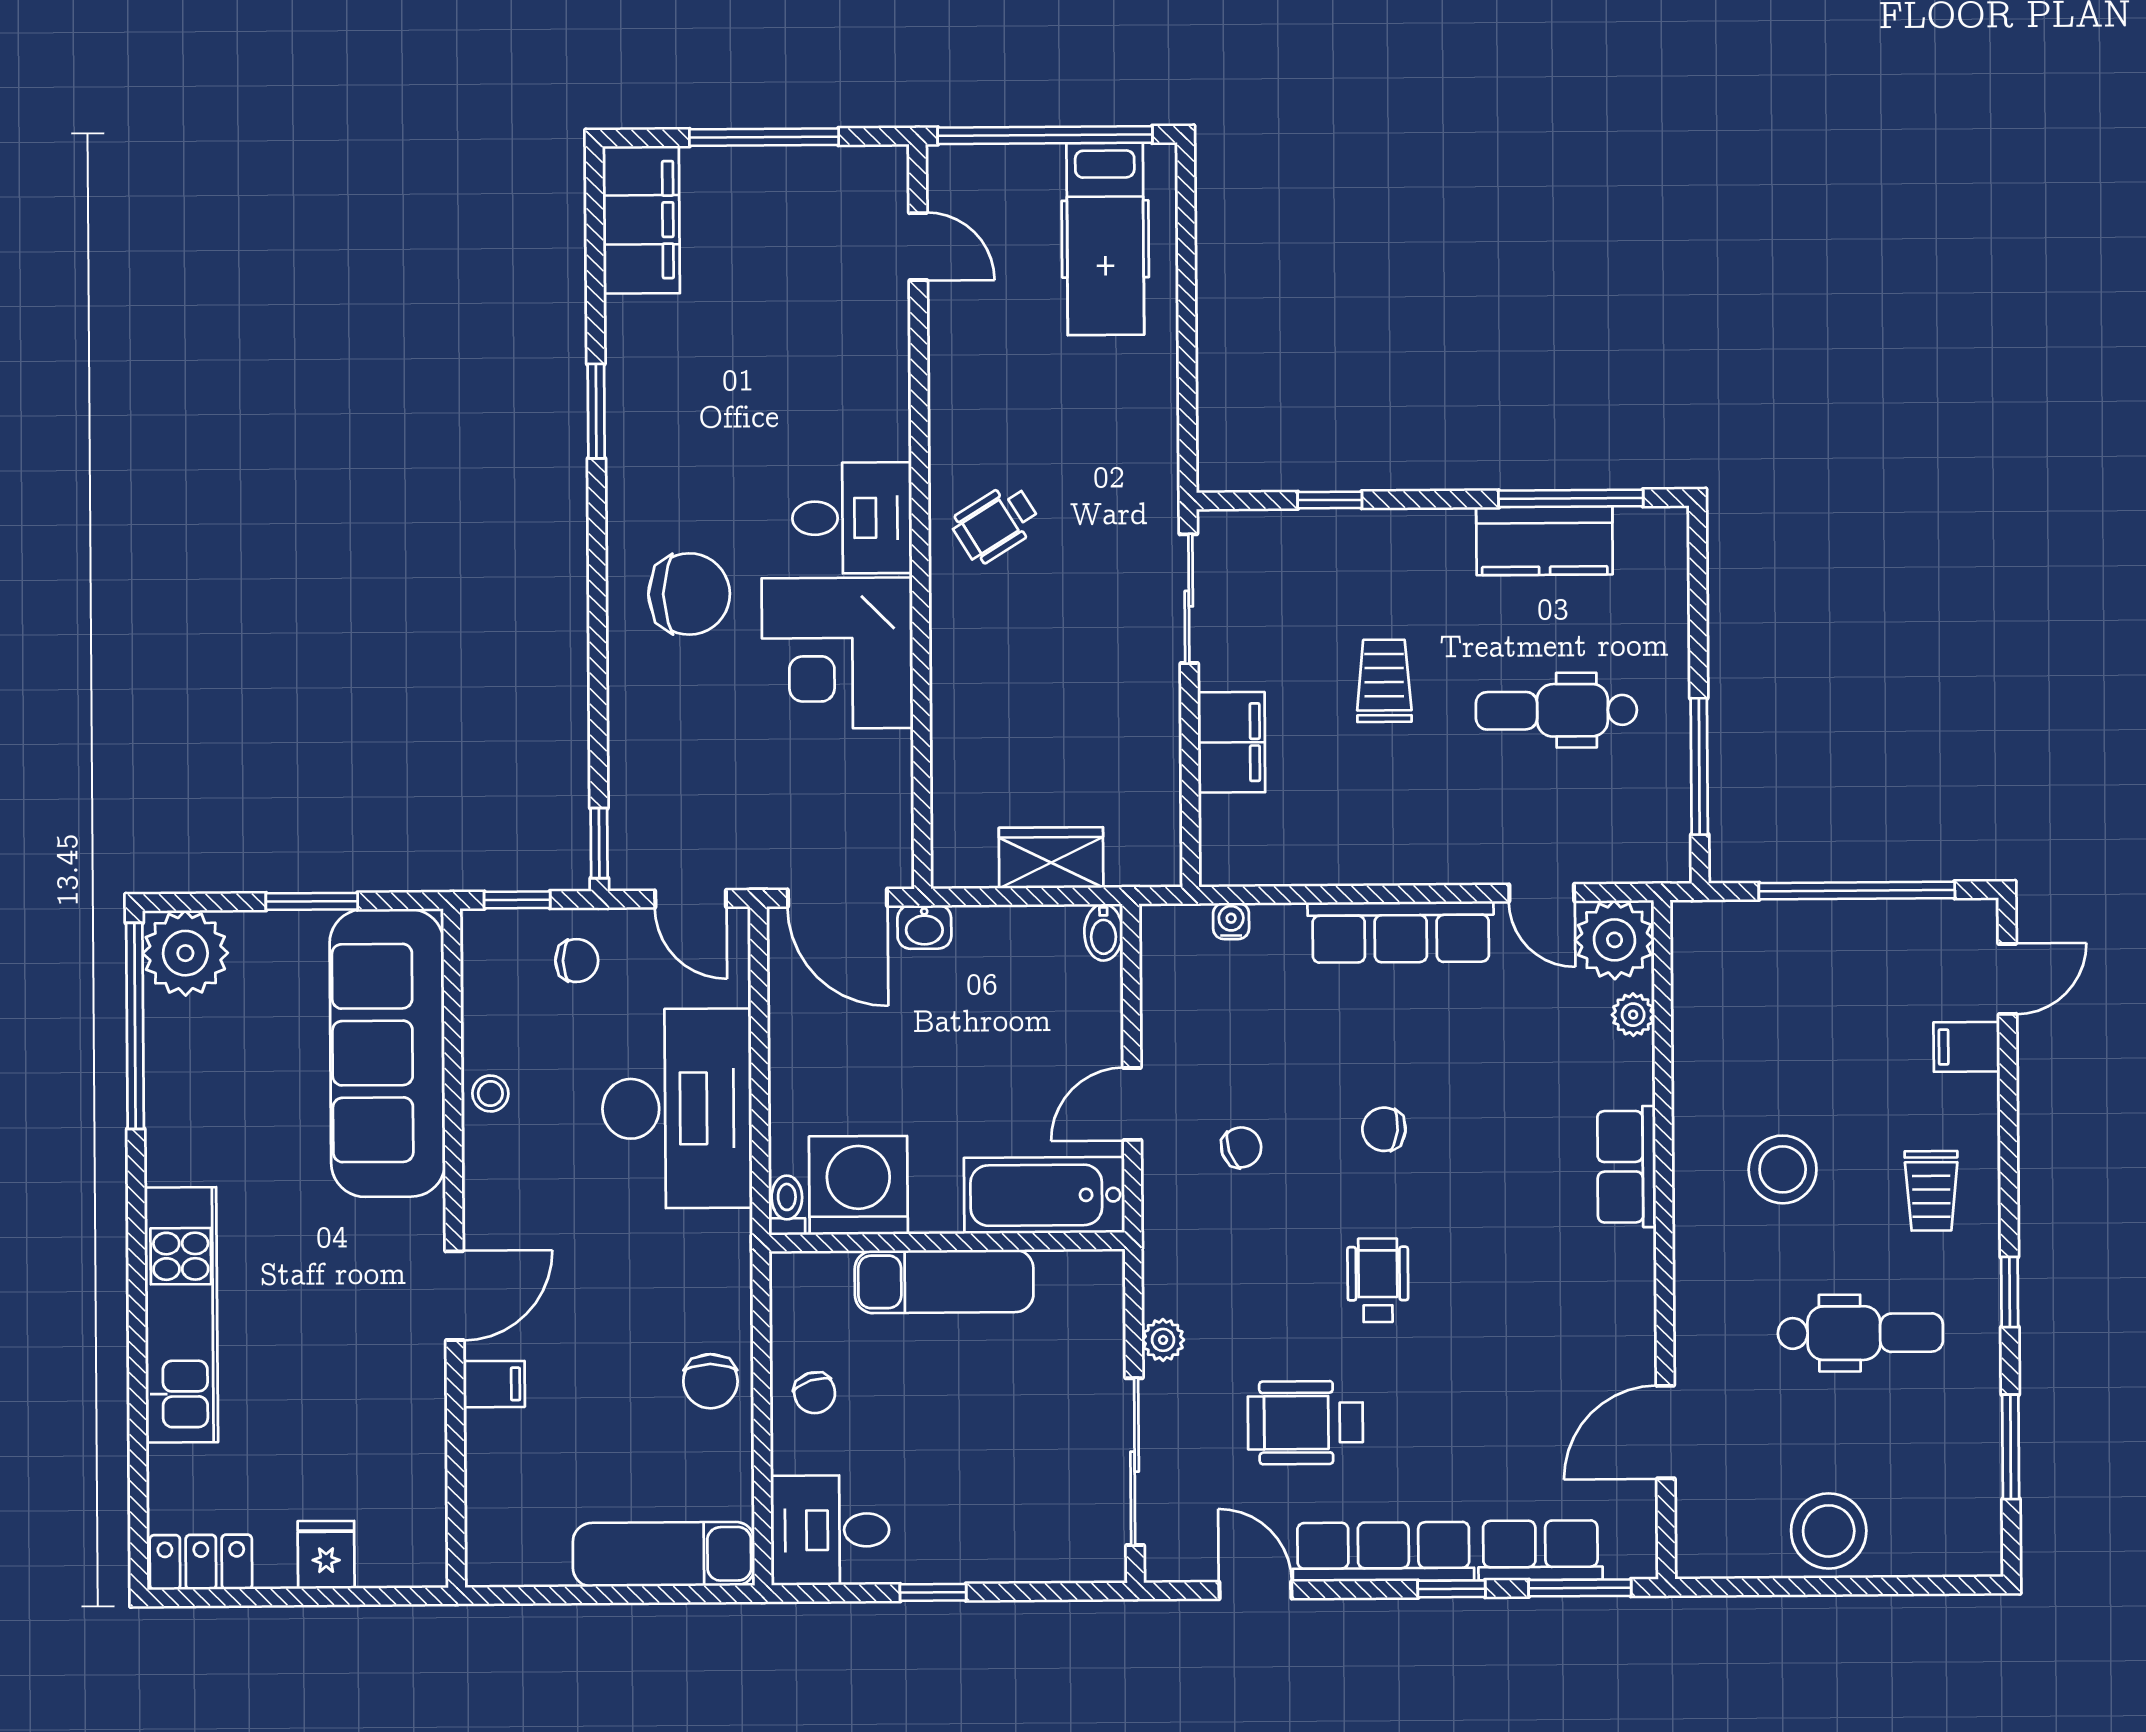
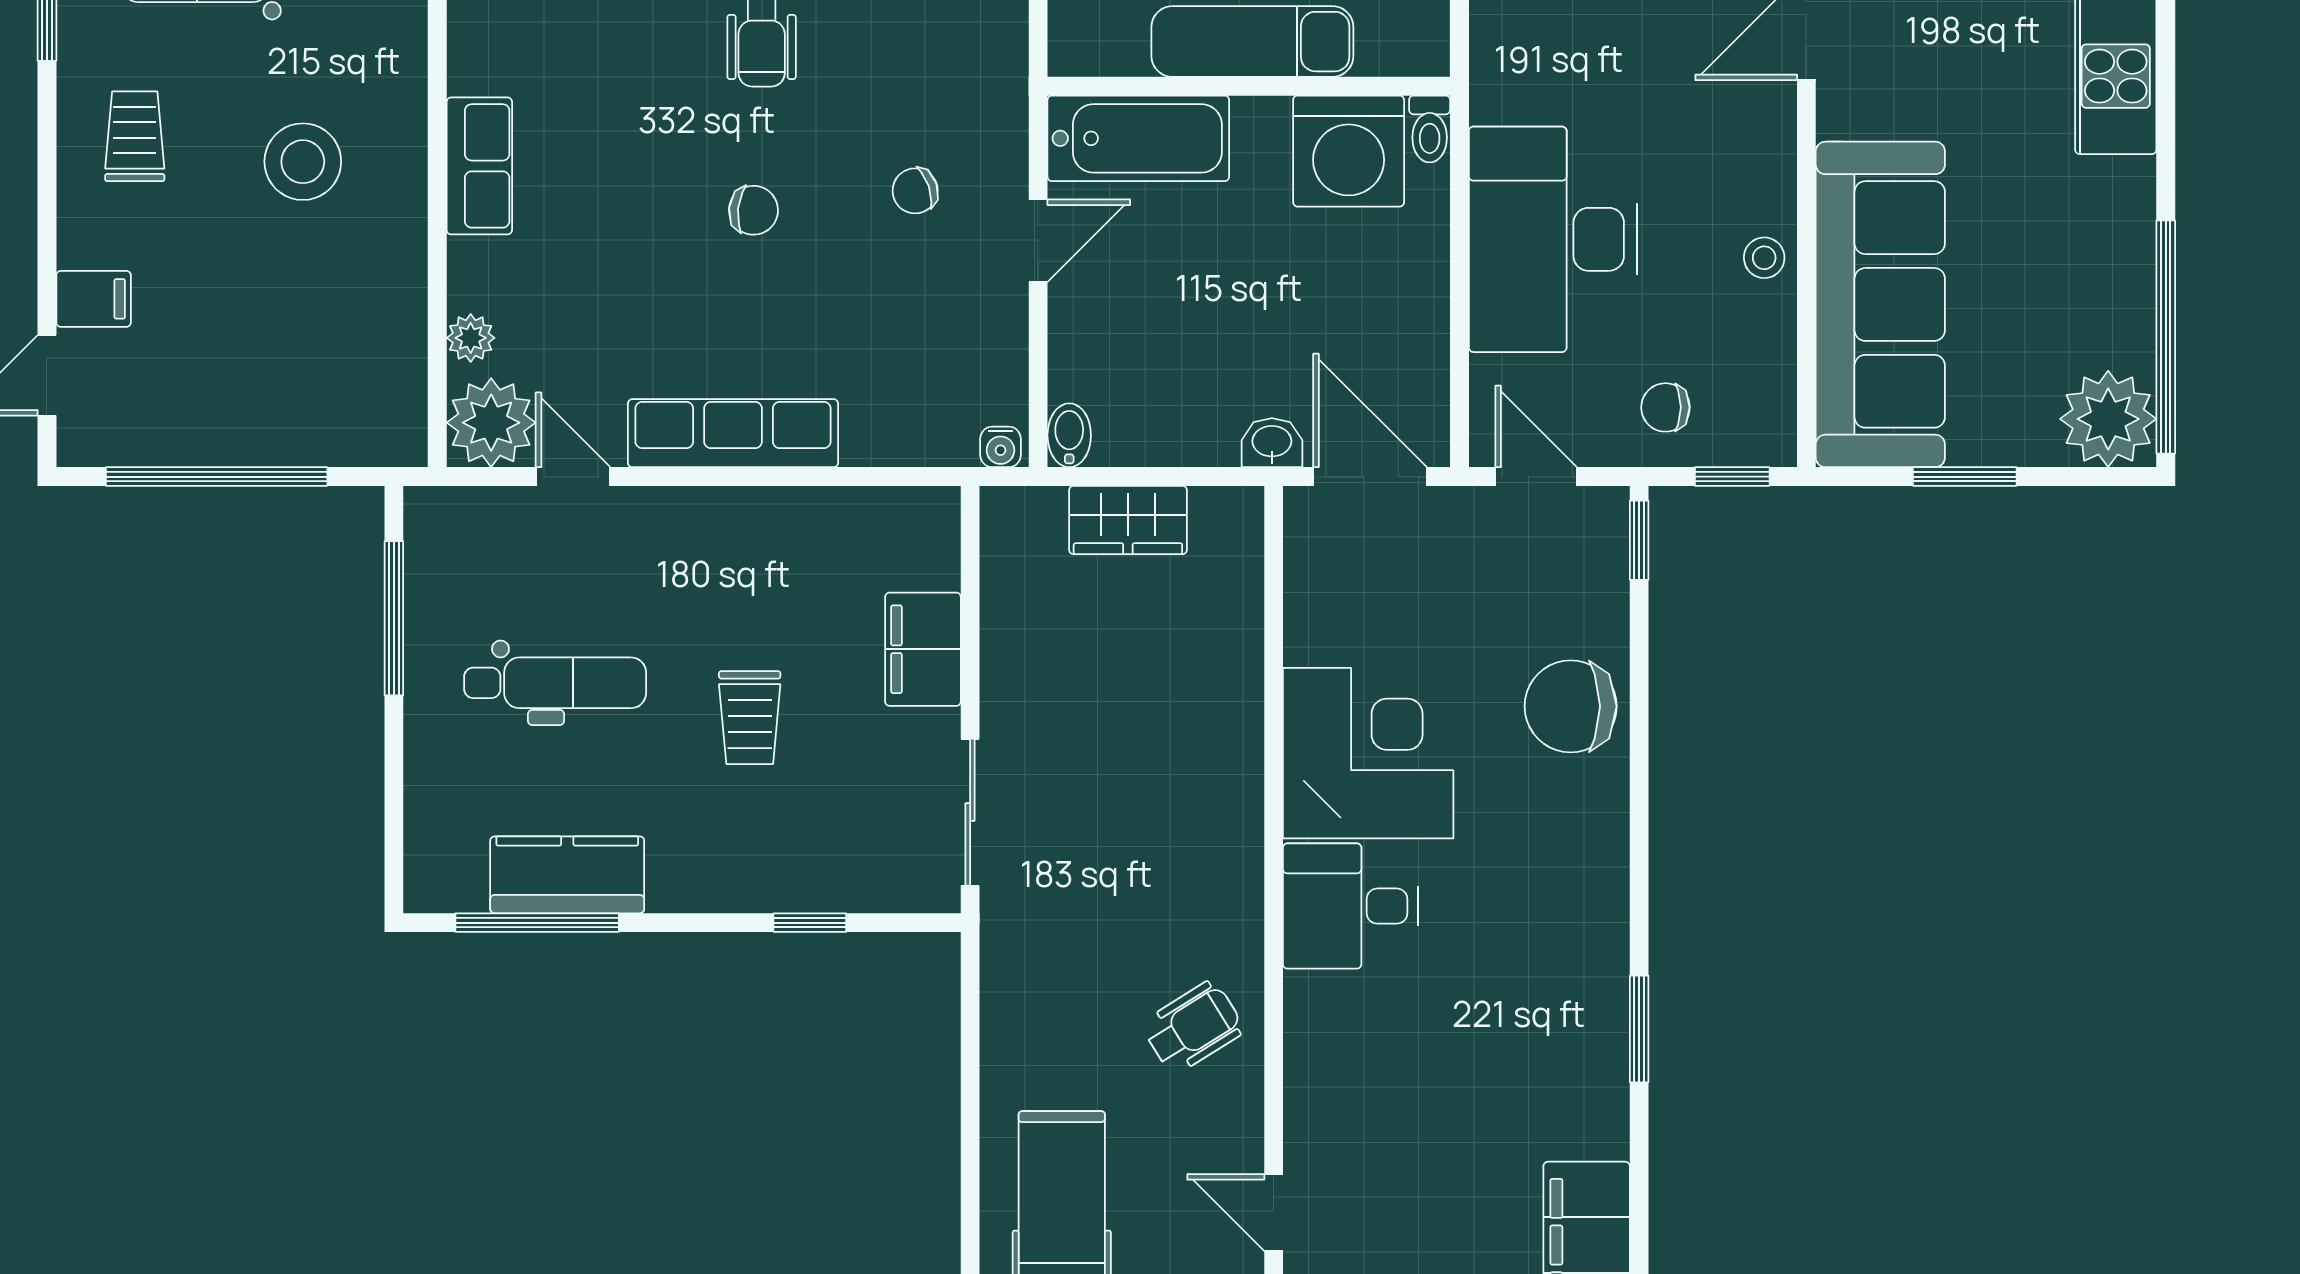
wheelchair: (996, 523) -> (1193, 1027), moved
chair: (689, 594) -> (1571, 706), moved
water cooler: (1231, 921) -> (1000, 447), moved

